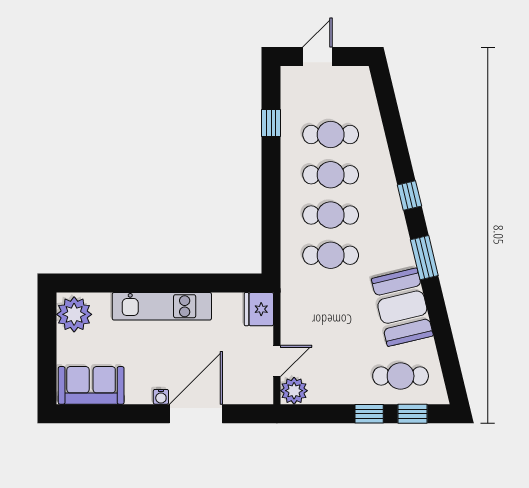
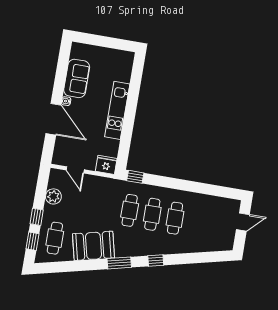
door: (317, 57) -> (243, 222), hinge flipped
window: (271, 123) -> (135, 177), moved
cafe table: (331, 134) -> (198, 222), removed
plant: (74, 314) -> (121, 60), removed
sofa: (91, 385) -> (77, 78), moved
plant: (294, 391) -> (53, 196), moved

